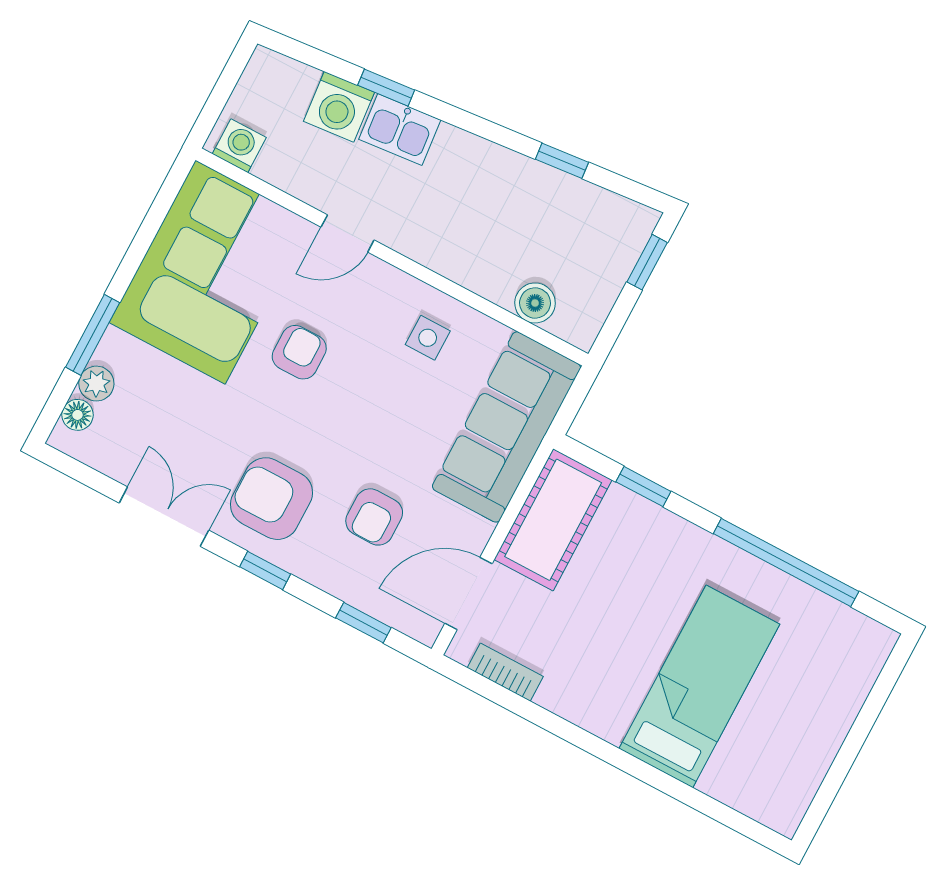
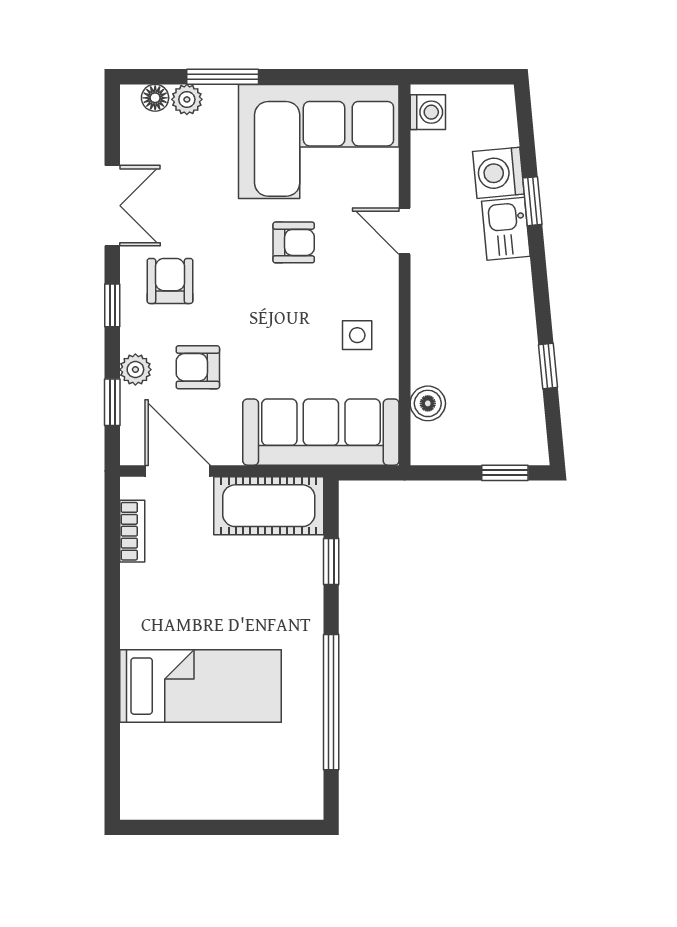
armchair: (272, 499) -> (170, 281), width x0.72, depth x0.72
plant: (343, 582) -> (135, 370), added

